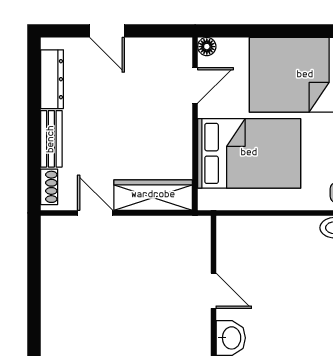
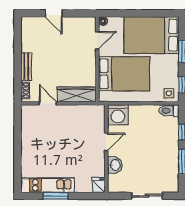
dresser: (52, 79) -> (26, 37), removed
washing machine: (237, 236) -> (118, 115), added
door: (213, 291) -> (106, 142), hinge flipped

